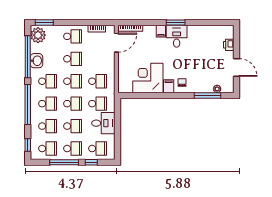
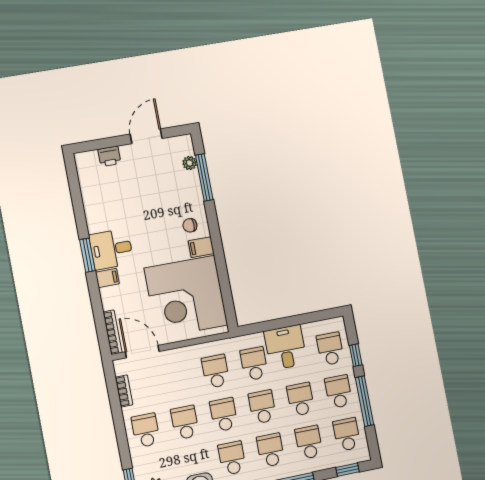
corner desk: (148, 78) -> (186, 297), width x1.36, depth x1.36

